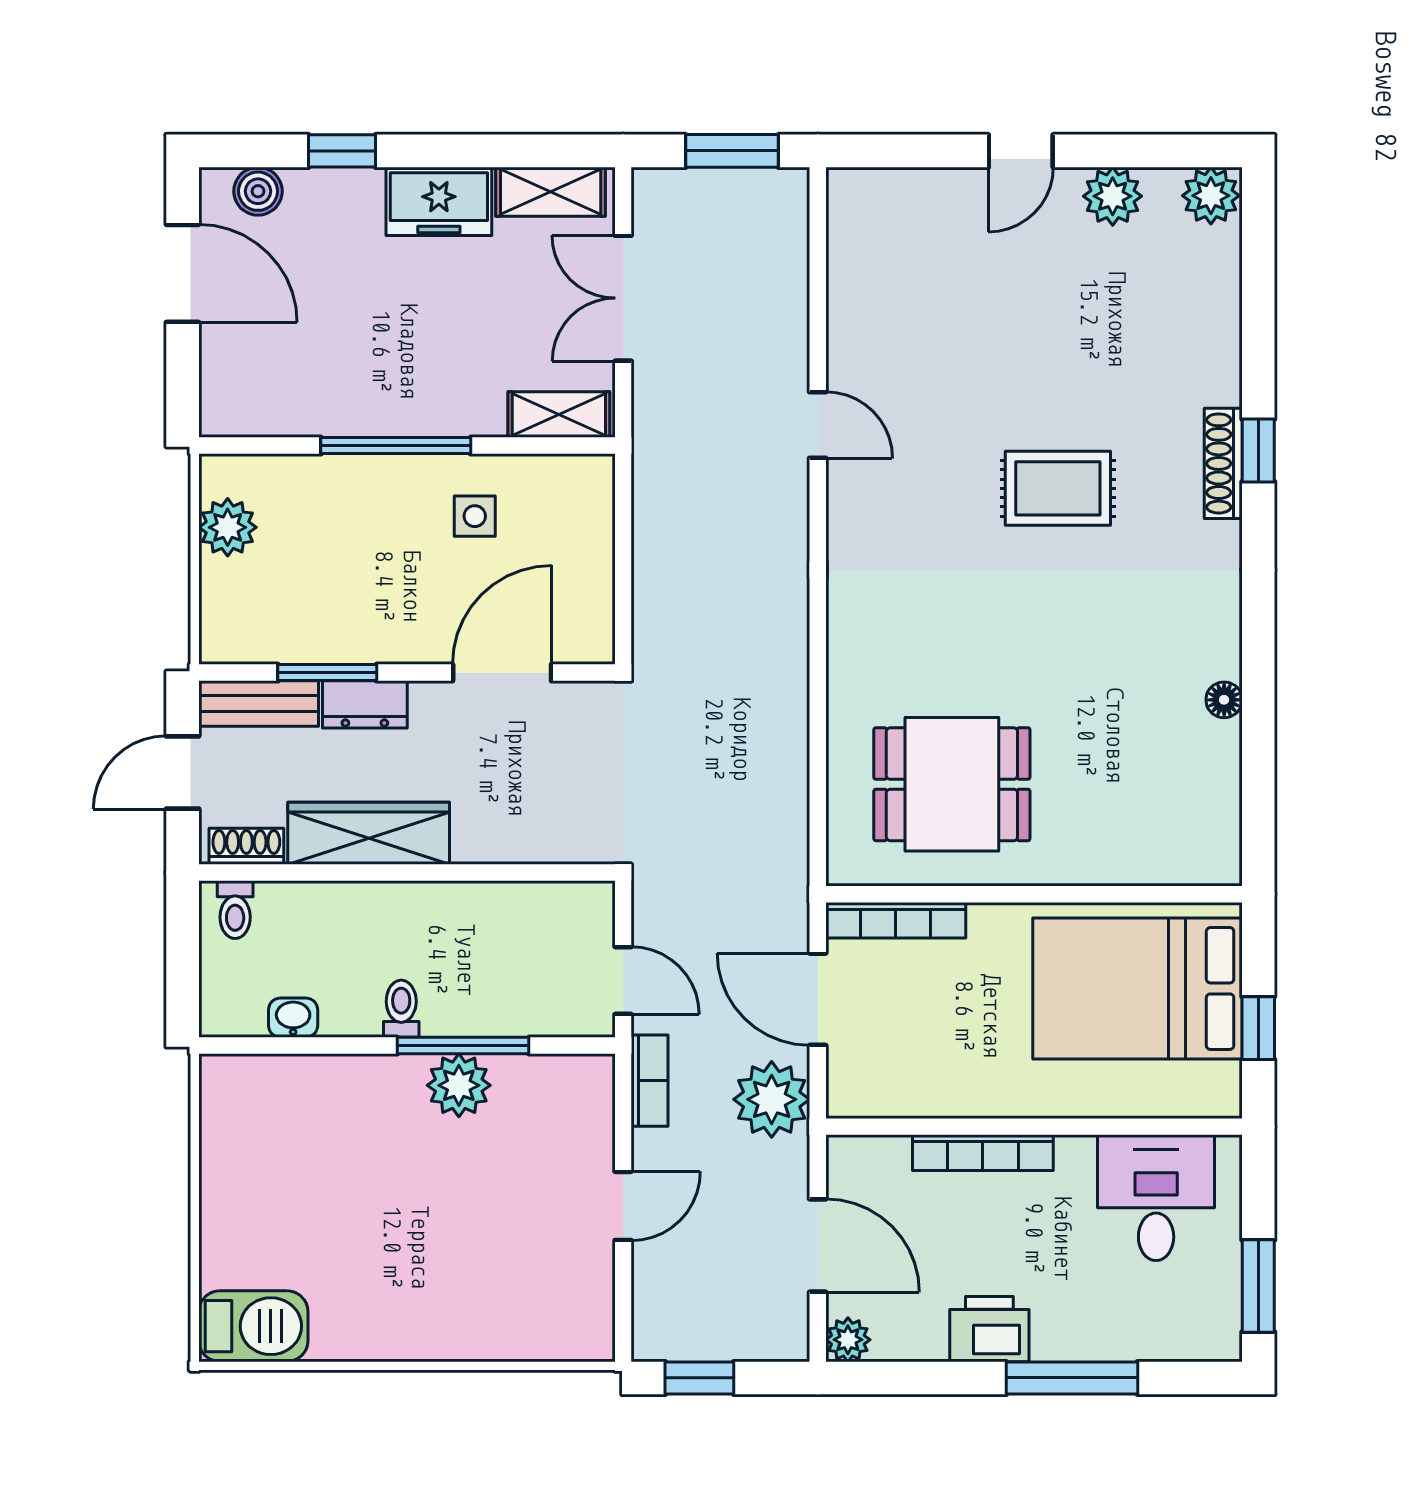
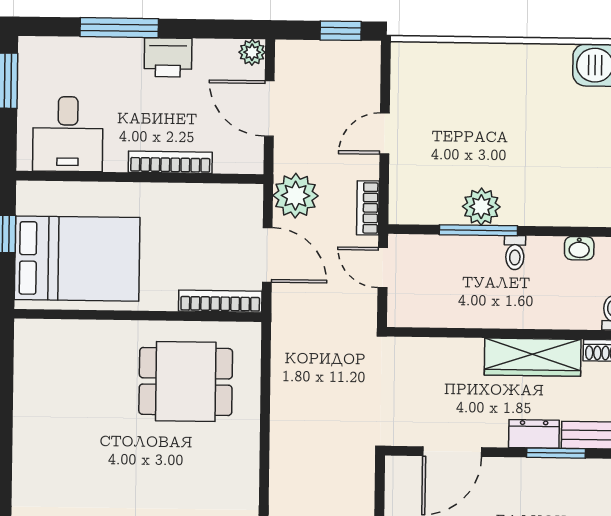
floor lamp: (1224, 700) -> (23, 429), removed

